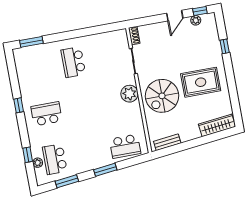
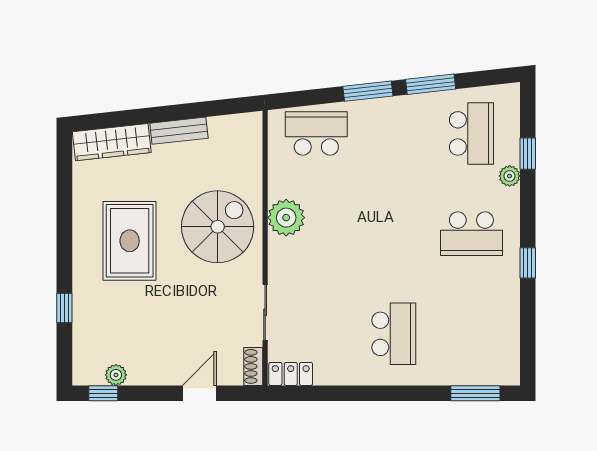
door: (175, 16) -> (199, 393), moved
locker: (117, 35) -> (291, 374), added
rug: (201, 82) -> (130, 241), turned 90
plant: (129, 94) -> (286, 218), moved
bench: (167, 142) -> (179, 131), moved
plant: (38, 163) -> (510, 176), moved
window: (67, 181) -> (431, 84), moved

